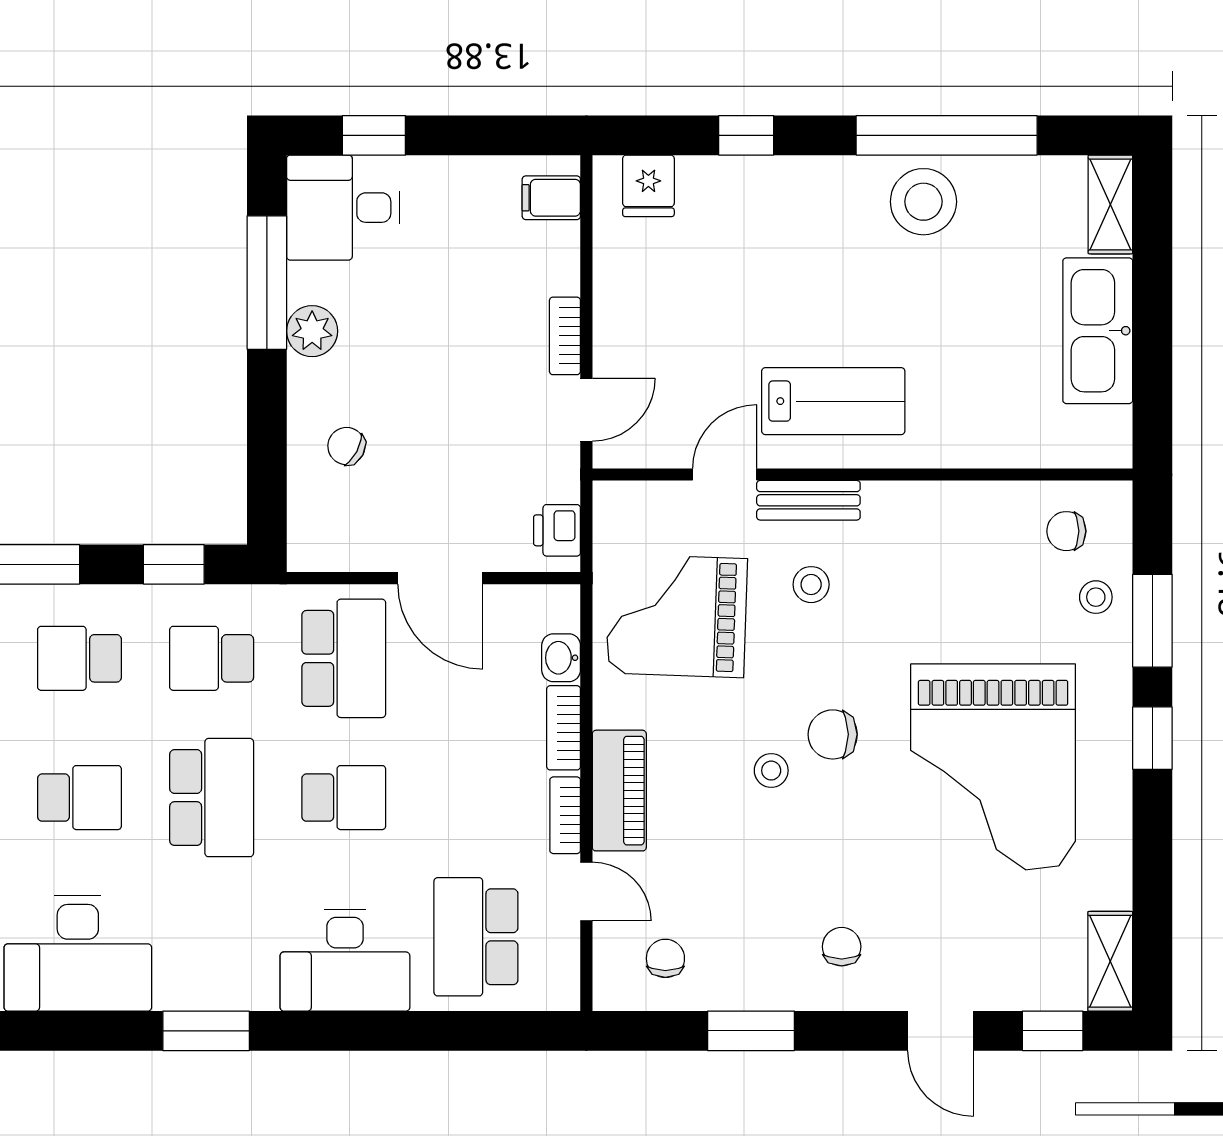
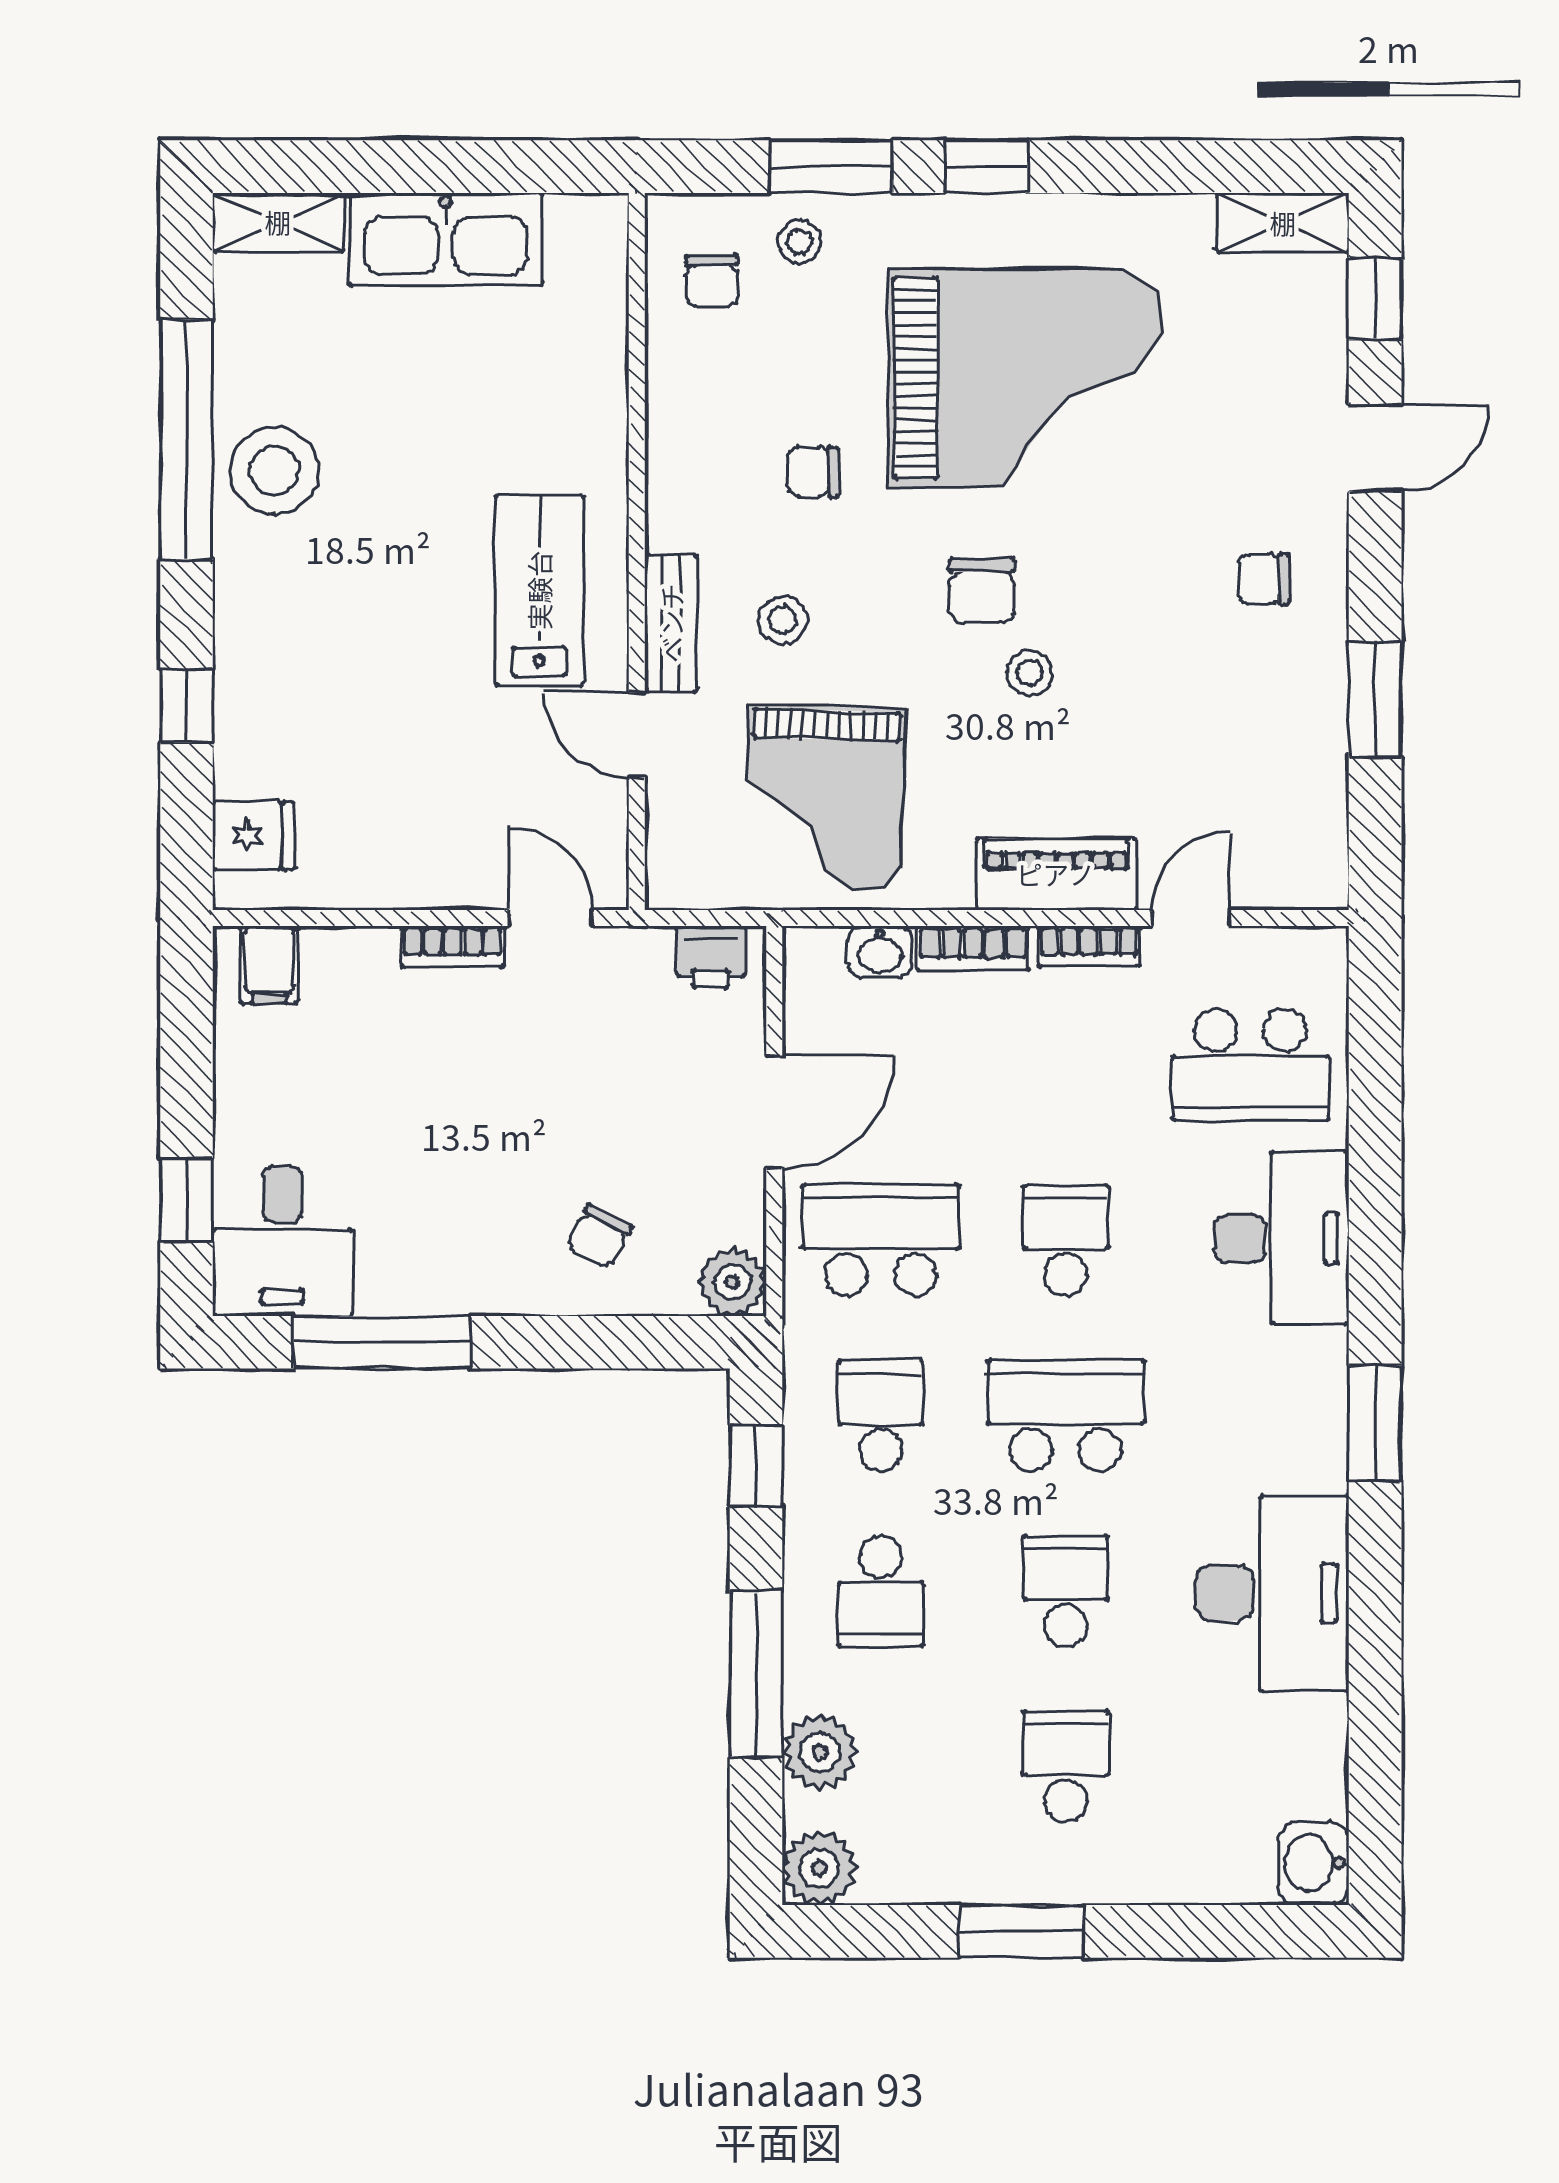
plant: (312, 331) -> (733, 1282), moved
school desk: (212, 658) -> (881, 1416), turned 180
chair: (665, 958) -> (813, 472), moved

